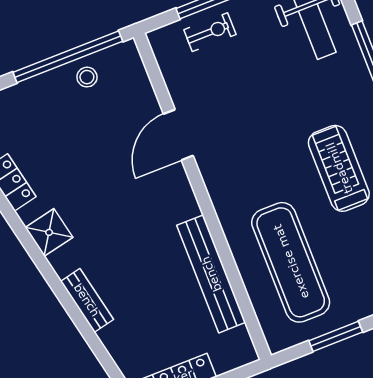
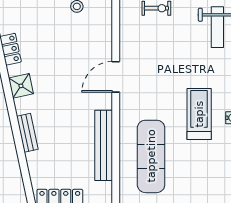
door: (178, 135) -> (116, 77), moved

